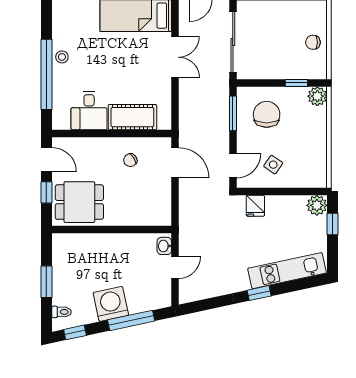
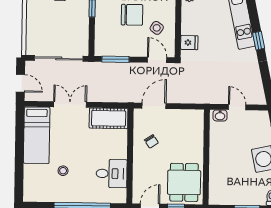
stool: (62, 57) -> (63, 171), moved
chair: (267, 114) -> (132, 15), moved, turned 180
cot: (132, 117) -> (109, 118), moved, turned 90

